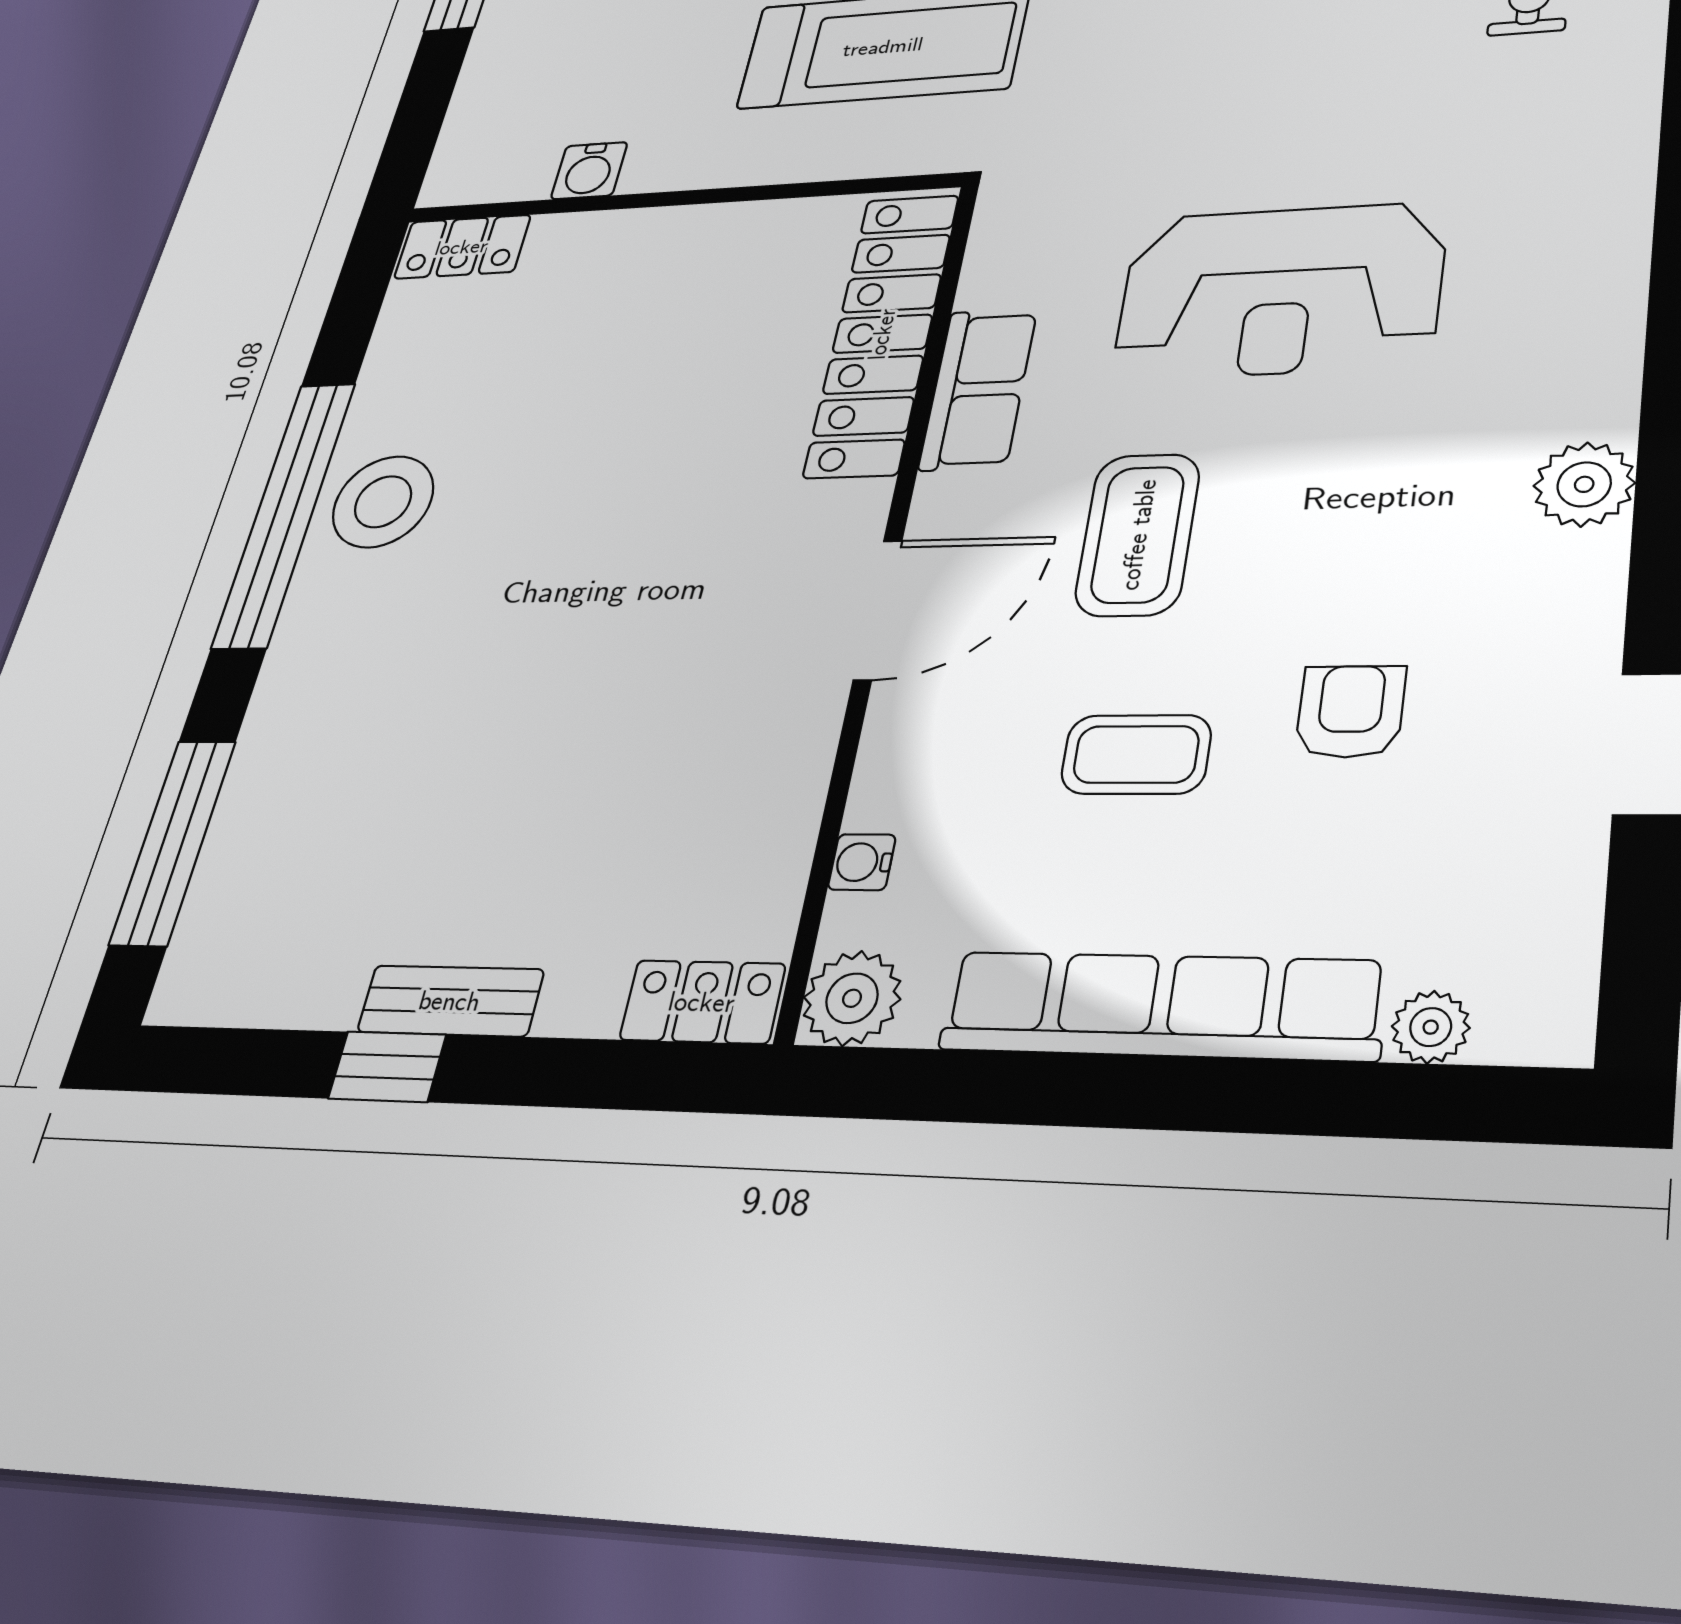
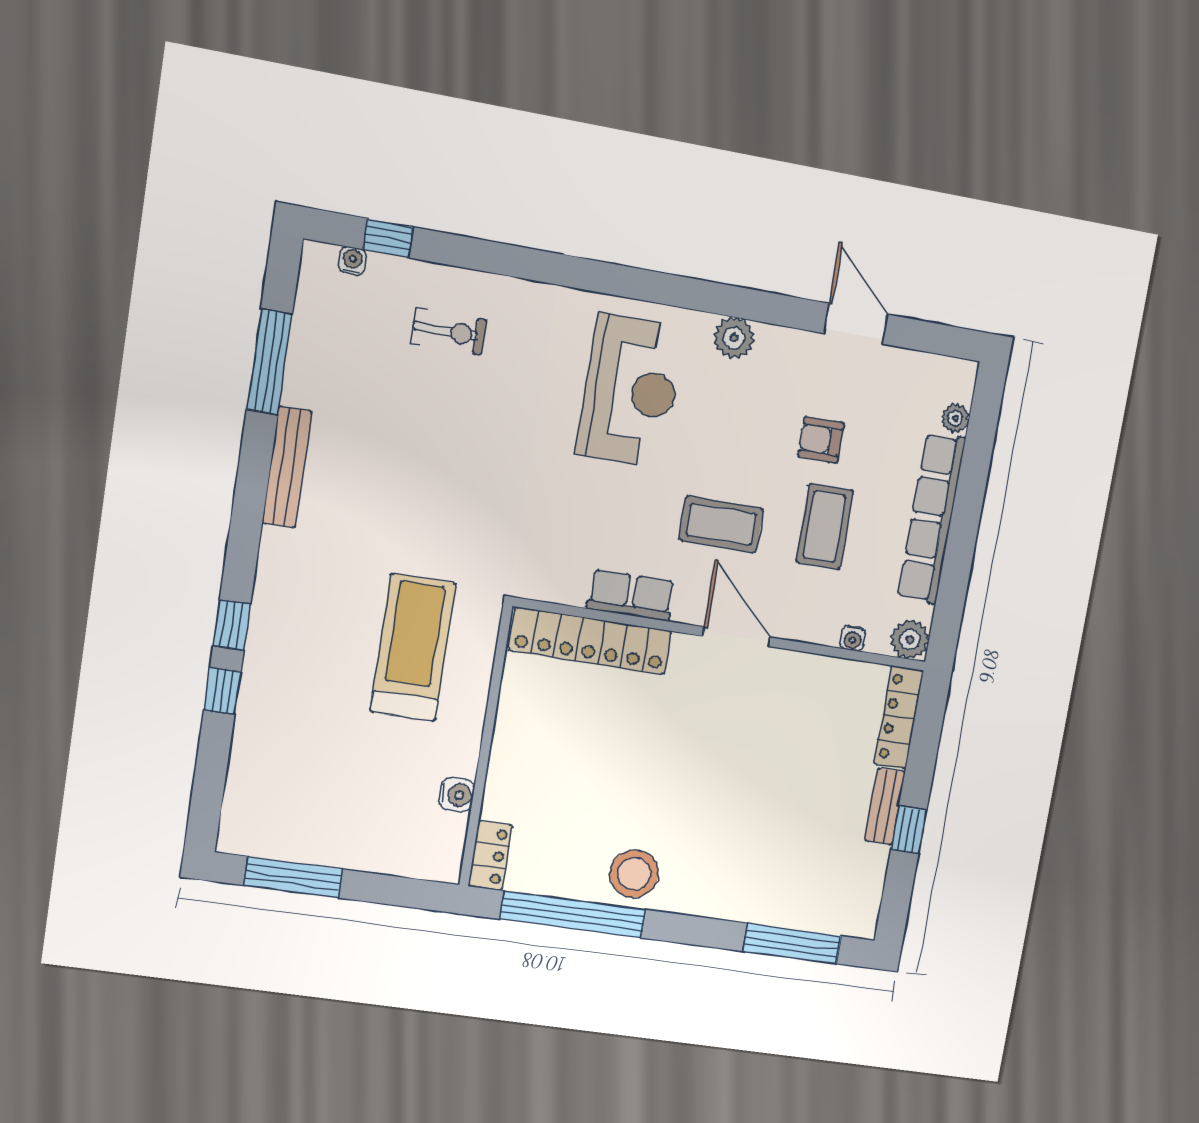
reception desk: (1280, 291) -> (630, 391), moved
window: (284, 514) -> (573, 914), moved
coffee table: (1136, 754) -> (824, 527), width x1.36, depth x1.30
locker: (702, 1002) -> (899, 717), width x1.53

